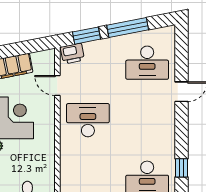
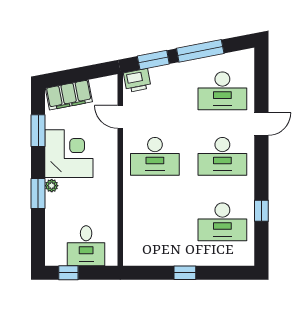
desk: (88, 120) -> (155, 156), turned 180
desk: (147, 120) -> (222, 156), added

